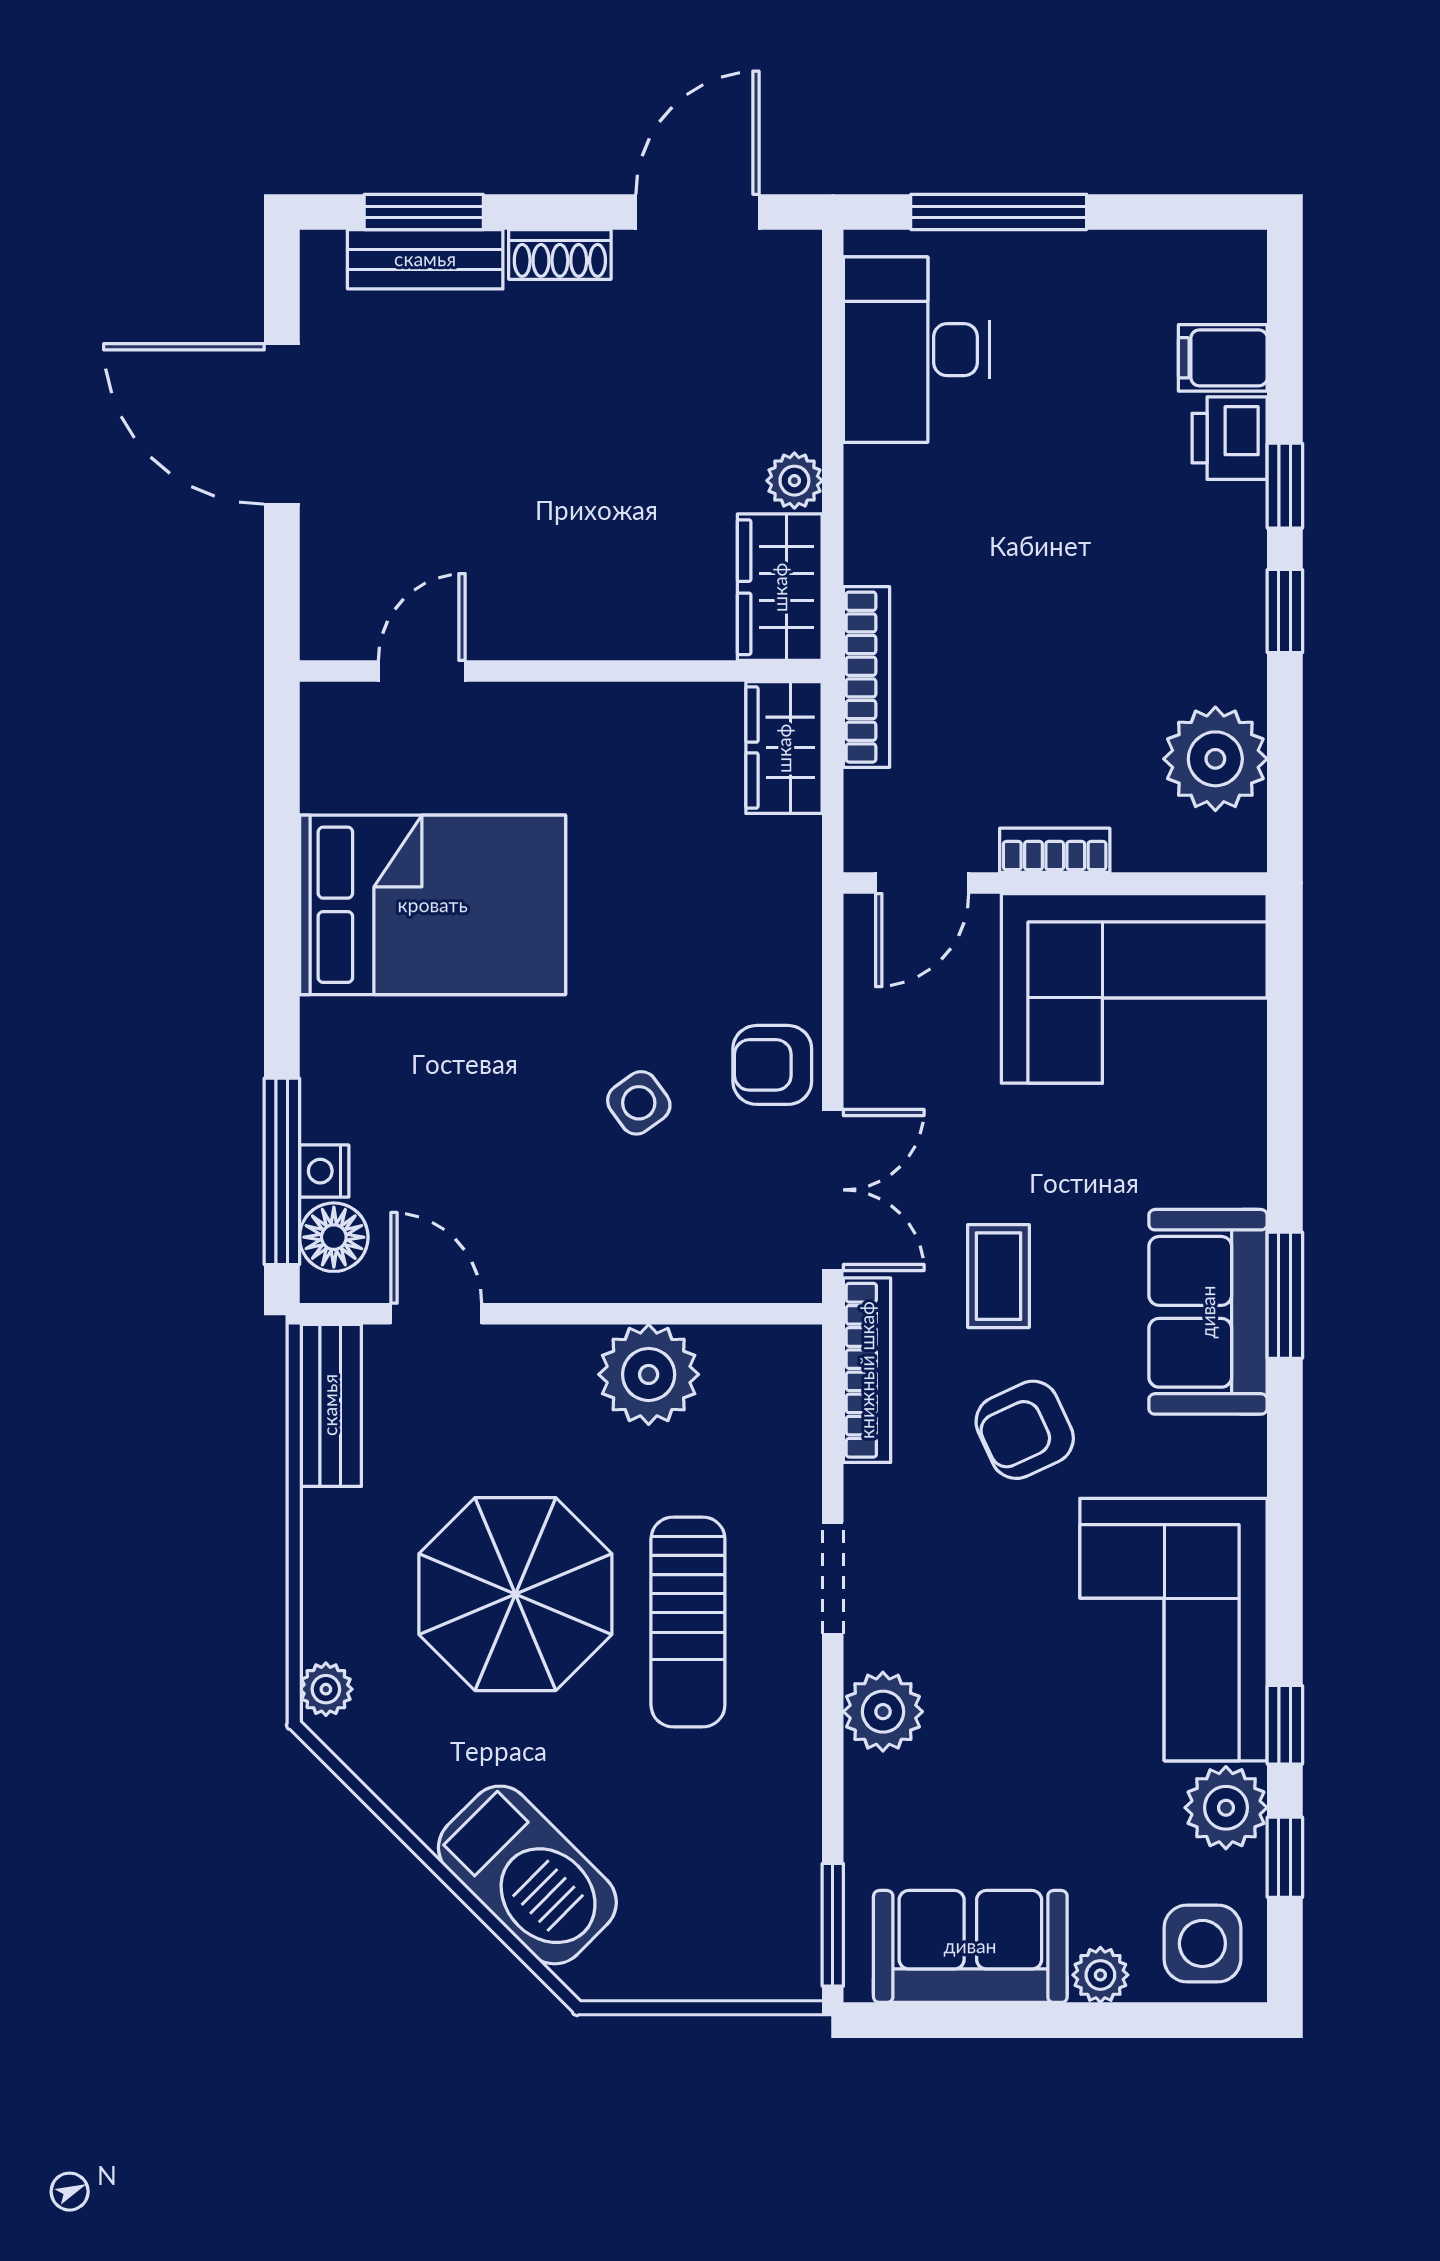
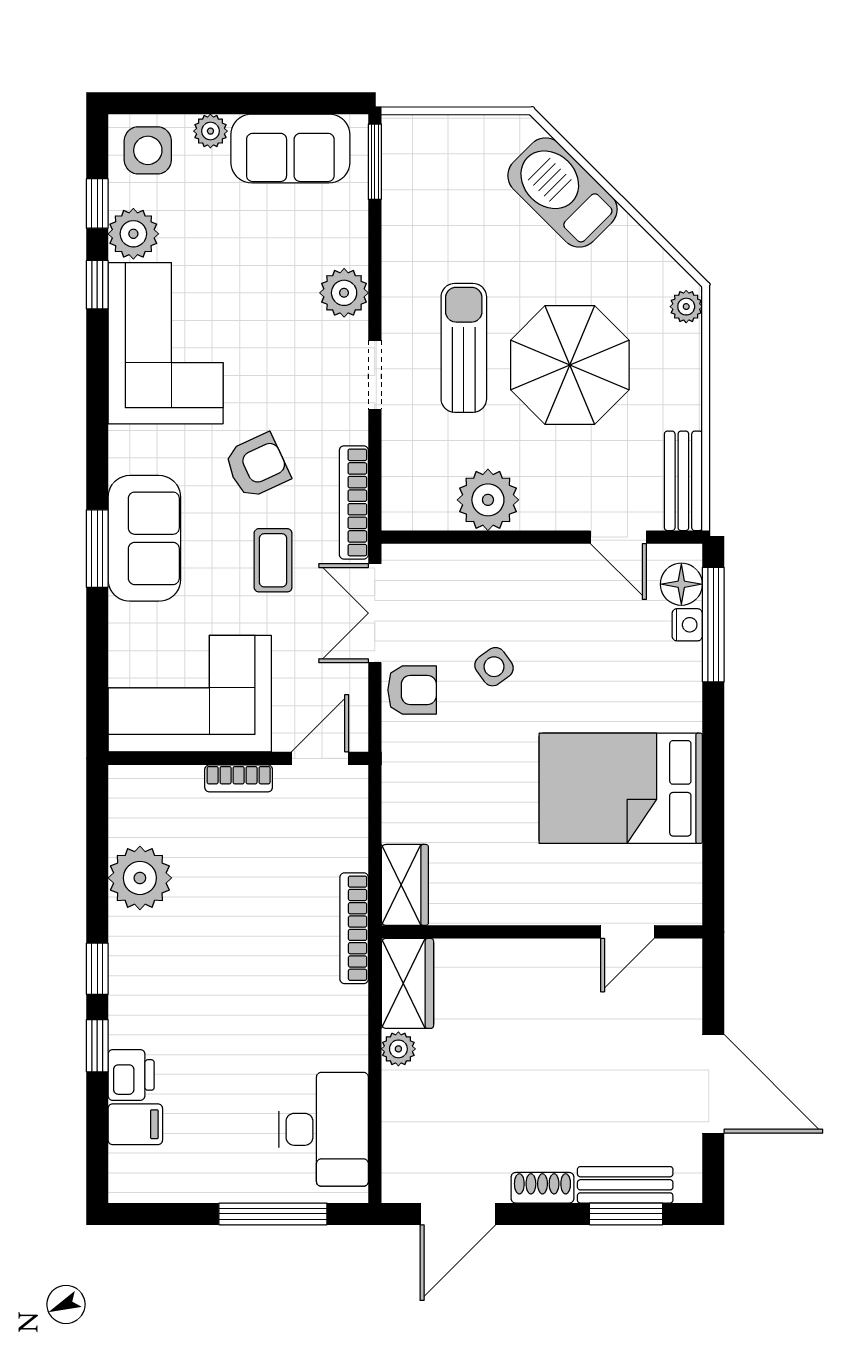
bookcase: (1055, 850) -> (239, 778), moved
door: (922, 883) -> (320, 758), moved
wall: (1055, 883) -> (238, 758), moved
corner sofa: (1134, 988) -> (190, 694), moved

